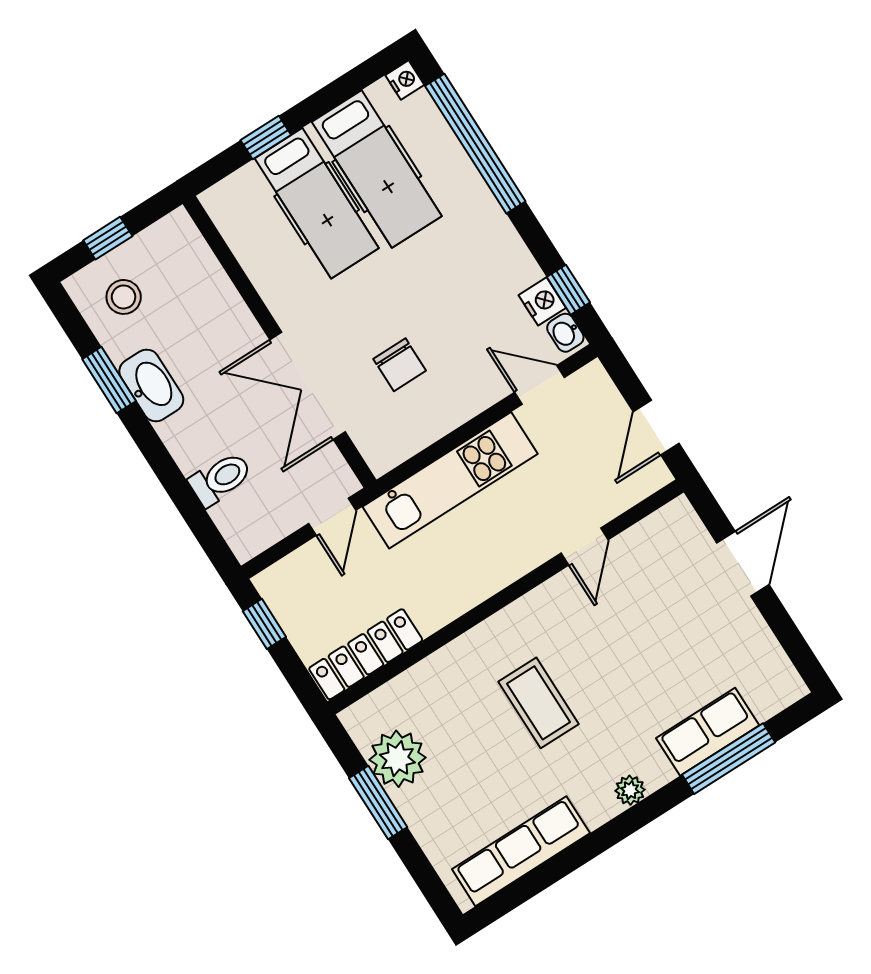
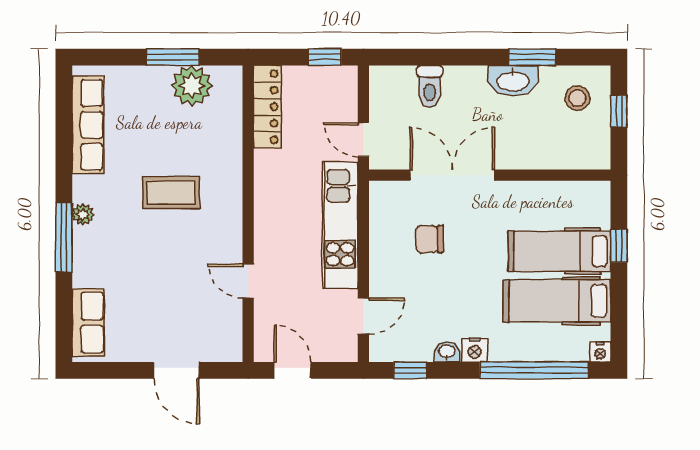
nightstand: (542, 301) -> (475, 350), moved
washbasin: (565, 333) -> (447, 352), moved
row of seats: (708, 732) -> (88, 323), moved
window: (729, 759) -> (64, 237), moved

